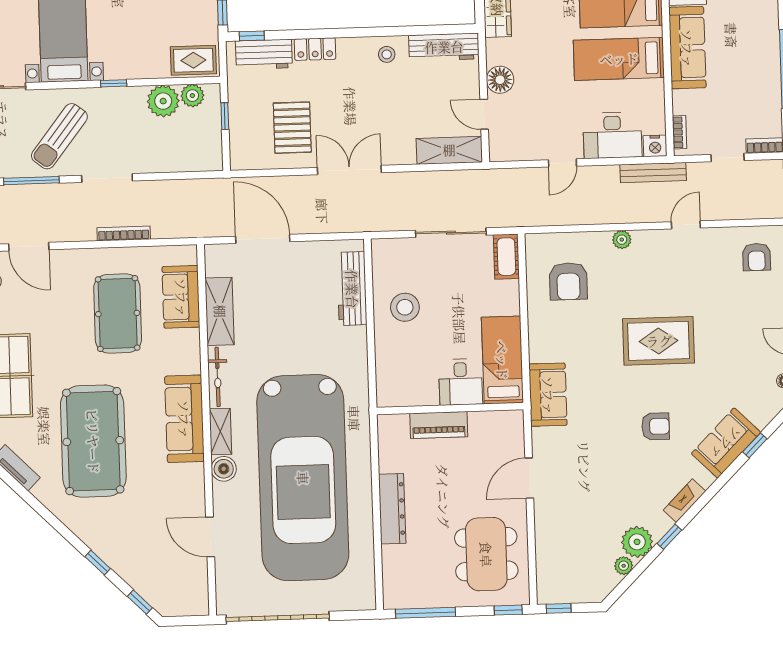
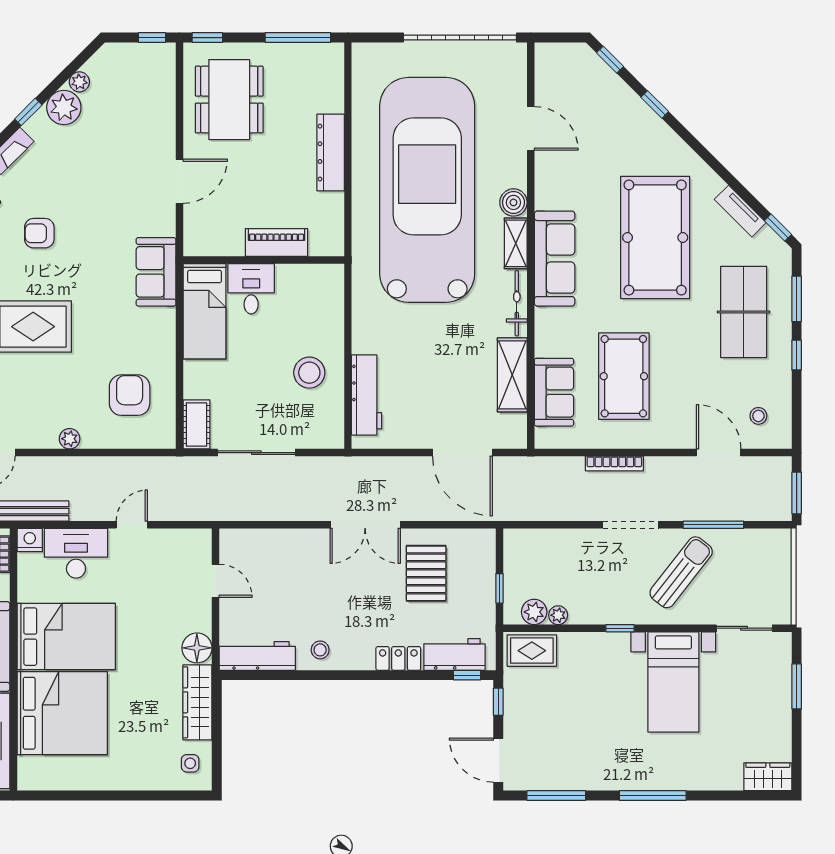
bed: (619, 59) -> (66, 637), width x1.50
floor lamp: (500, 80) -> (197, 648), moved
plant: (163, 101) -> (558, 615), width x0.53, depth x0.53
shelving: (449, 150) -> (255, 543), removed

